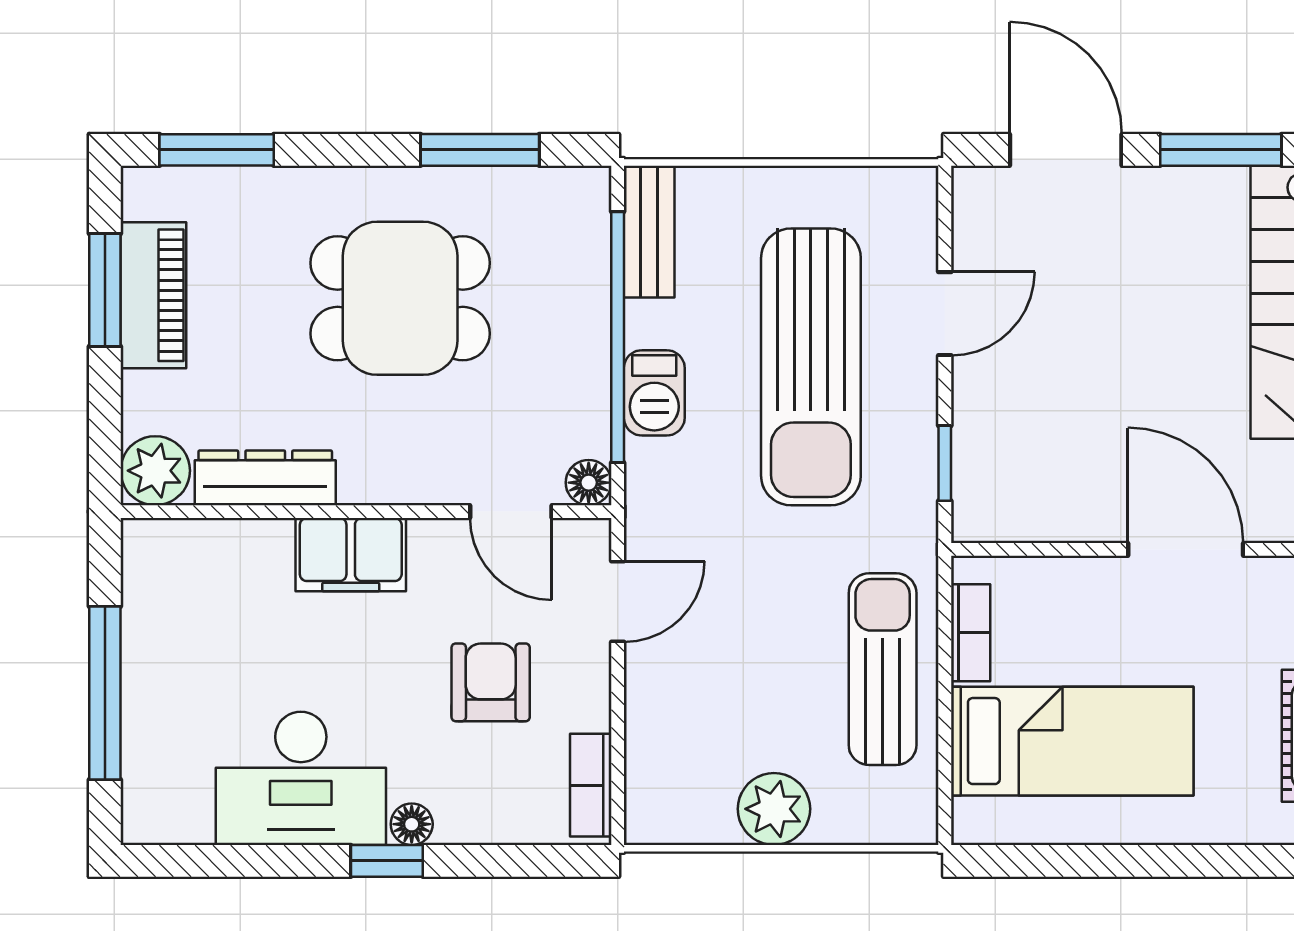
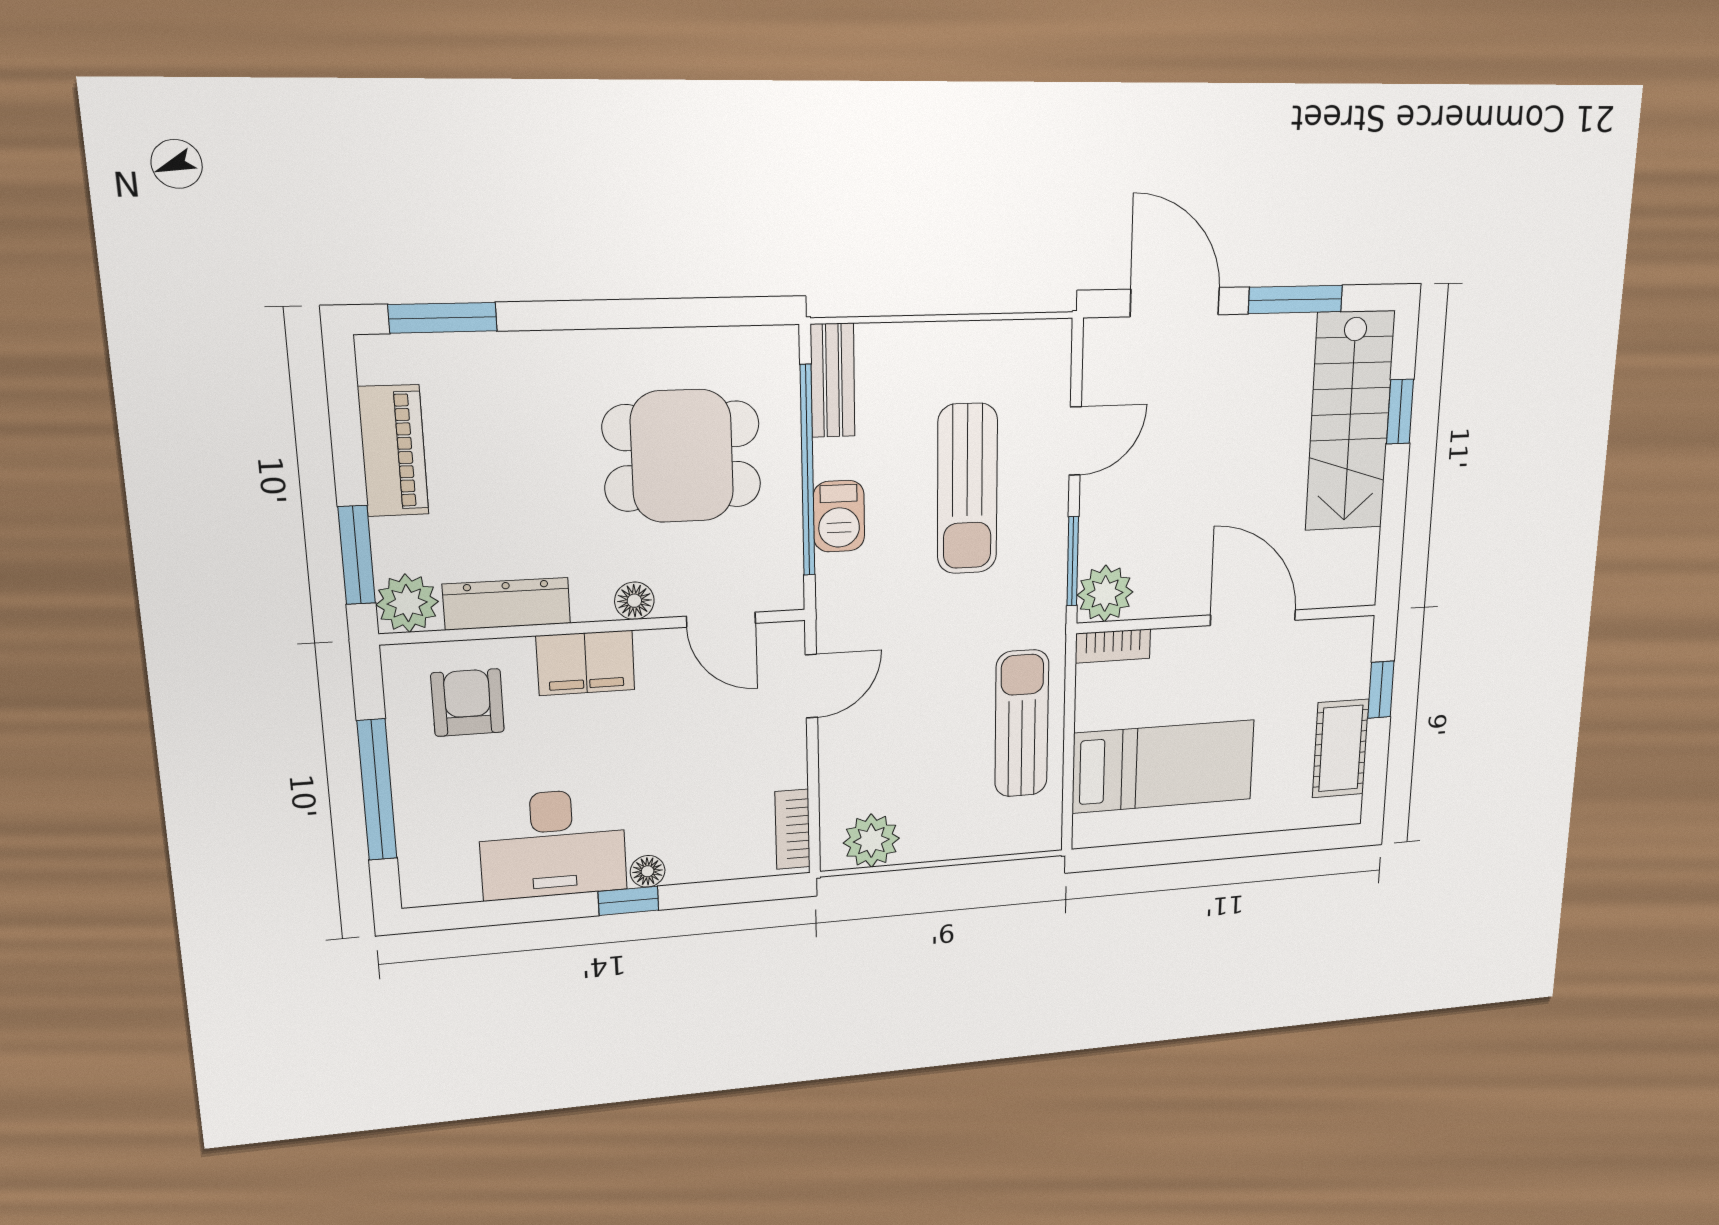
window: (480, 150) -> (684, 313), removed
window: (105, 290) -> (357, 555), moved
dining table: (400, 298) -> (682, 456), moved
sun lounger: (811, 367) -> (967, 489), width x0.73, depth x0.75
window: (945, 463) -> (1073, 561), width x1.50
floor lamp: (589, 483) -> (634, 601), moved
plant: (988, 506) -> (1105, 593), added
bookcase: (971, 633) -> (1113, 646), moved, turned 90
armchair: (491, 682) -> (468, 703), moved
plant: (774, 809) -> (871, 841), moved

